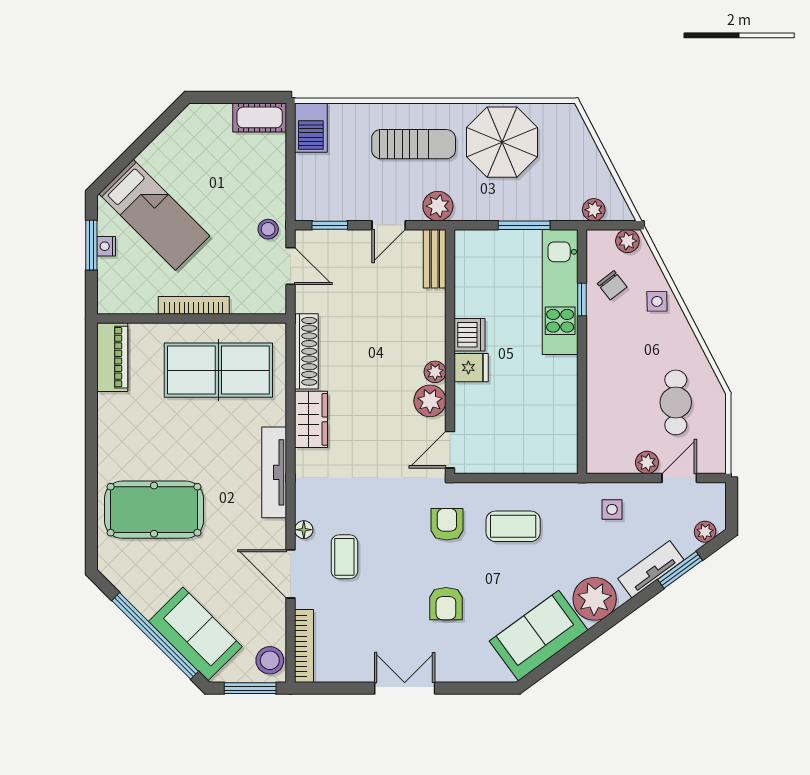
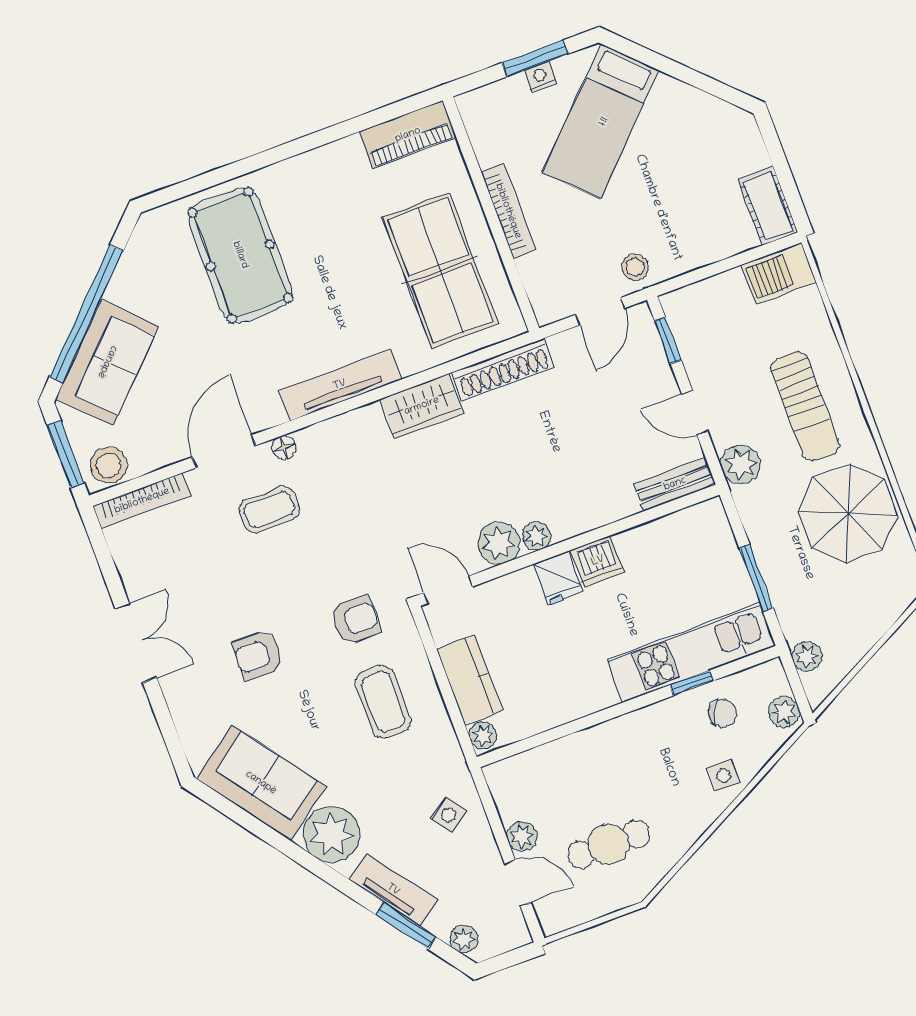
chair: (612, 285) -> (723, 713), turned -120
kitchen counter: (520, 458) -> (470, 680), added
plant: (564, 463) -> (483, 735), added
side table: (612, 509) -> (449, 815), turned -36

